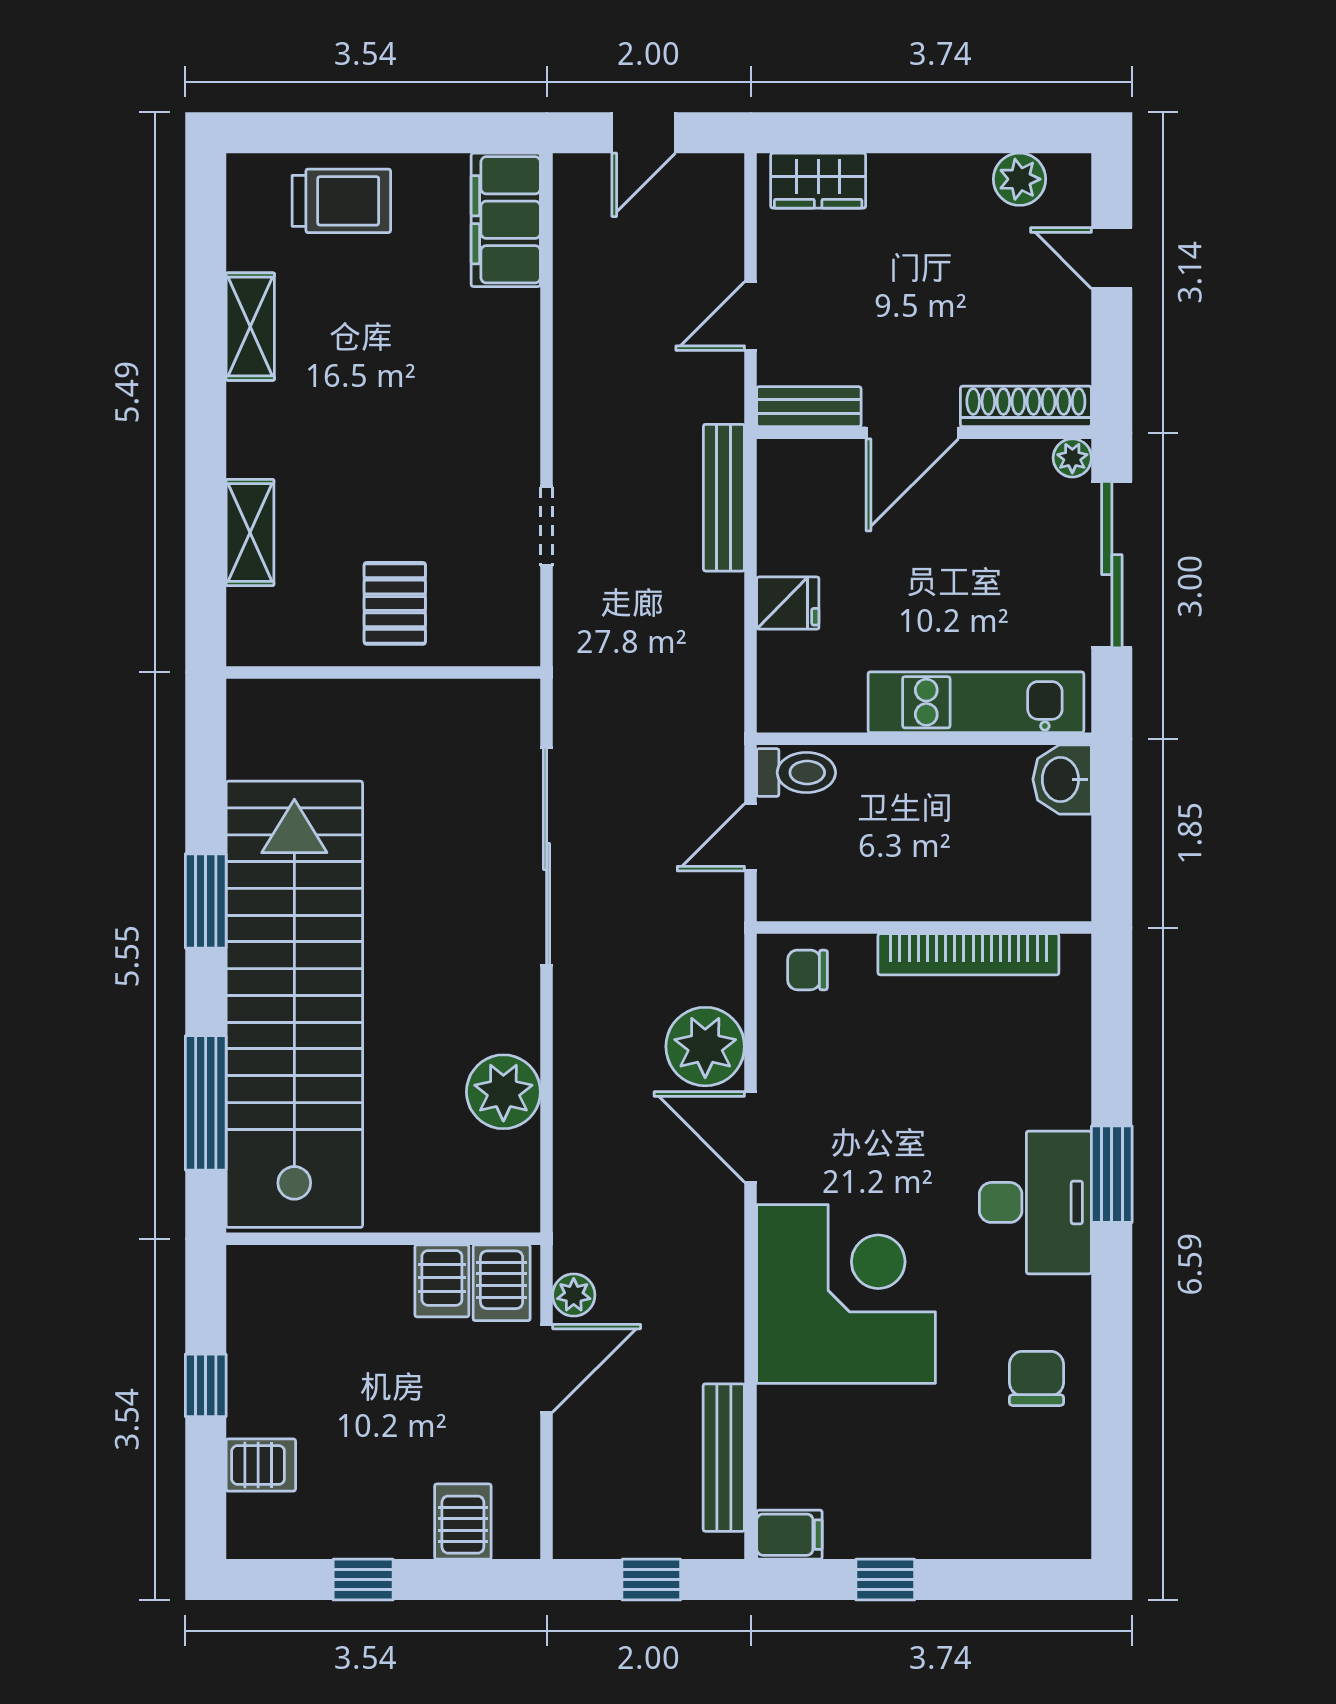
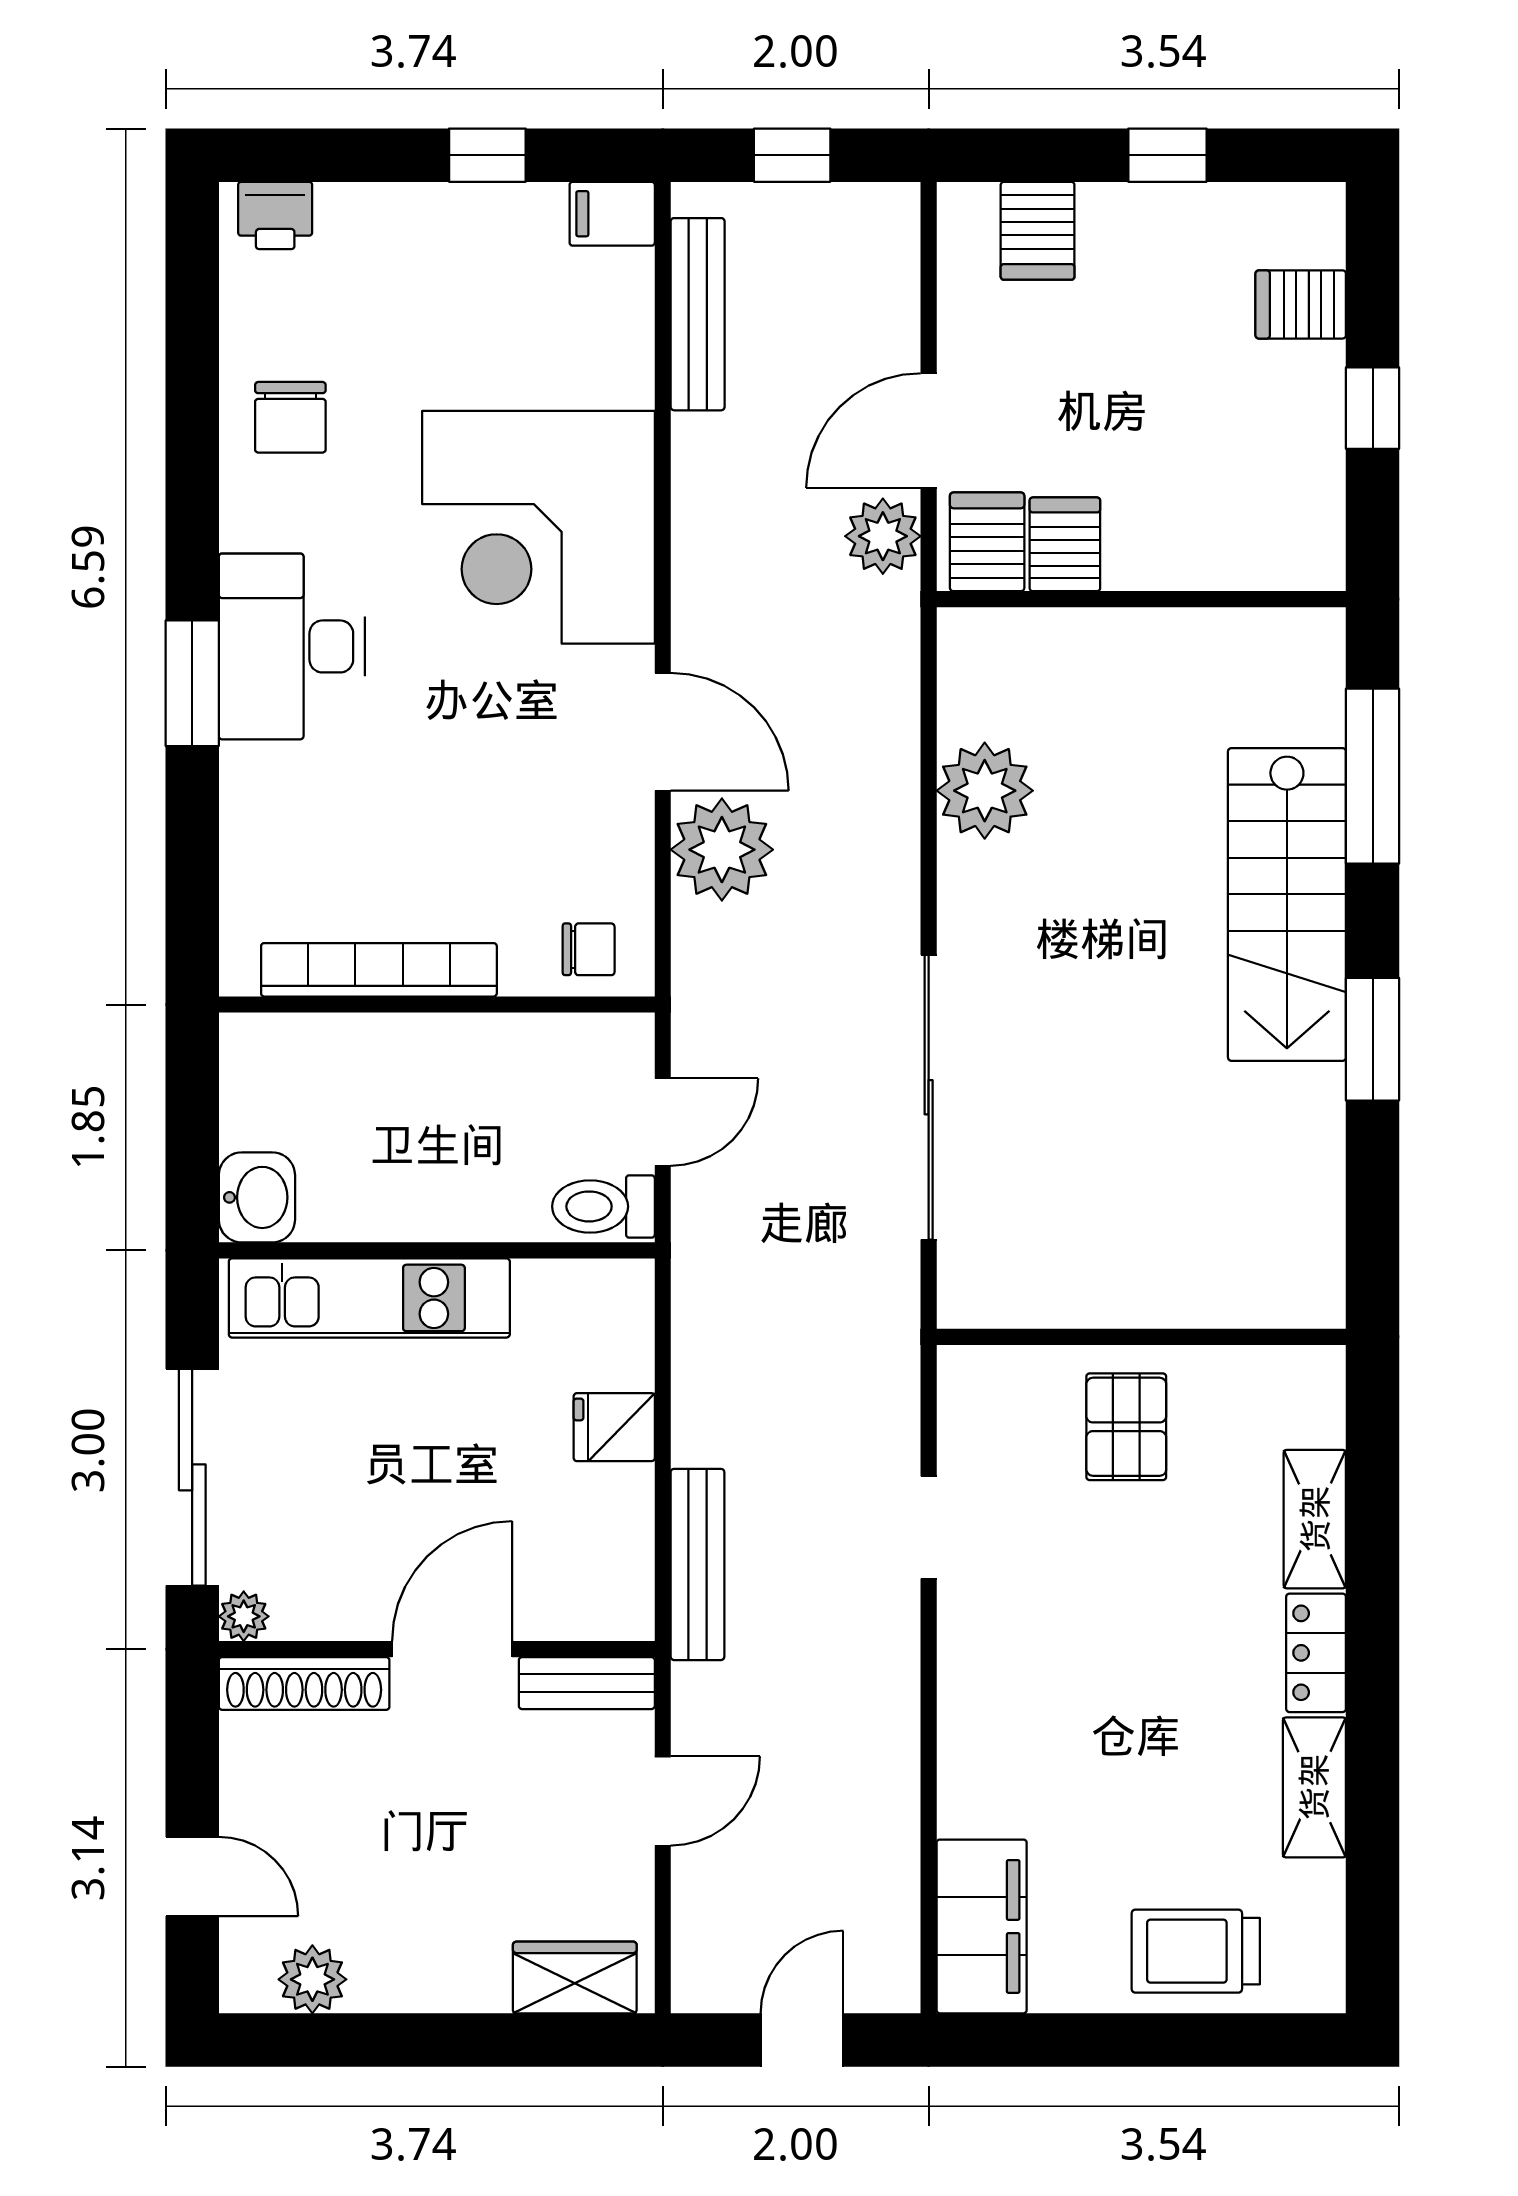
locker: (249, 430) -> (1316, 1653), added
stairs: (294, 1004) -> (1287, 904), width x0.54, depth x0.66
plant: (574, 1295) -> (883, 536), width x1.38, depth x1.38
printer: (1048, 1533) -> (275, 215), added

